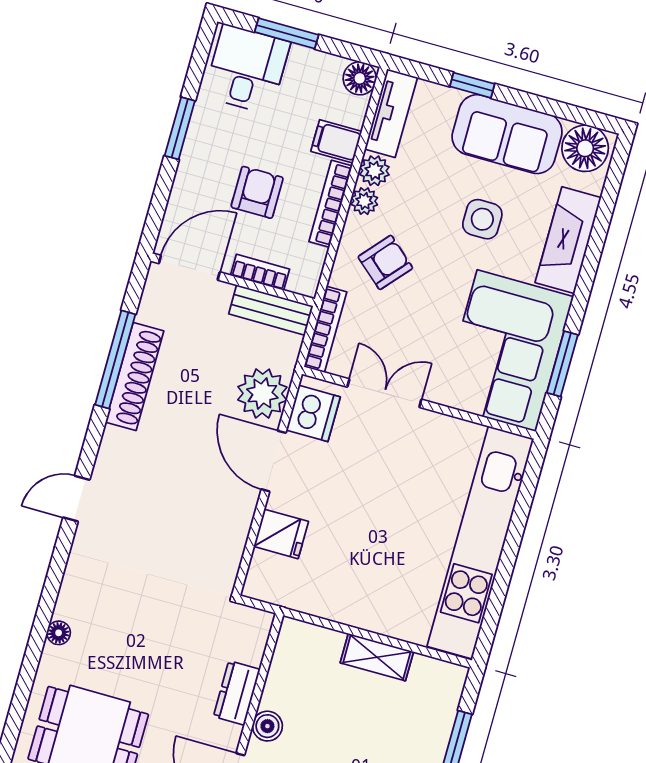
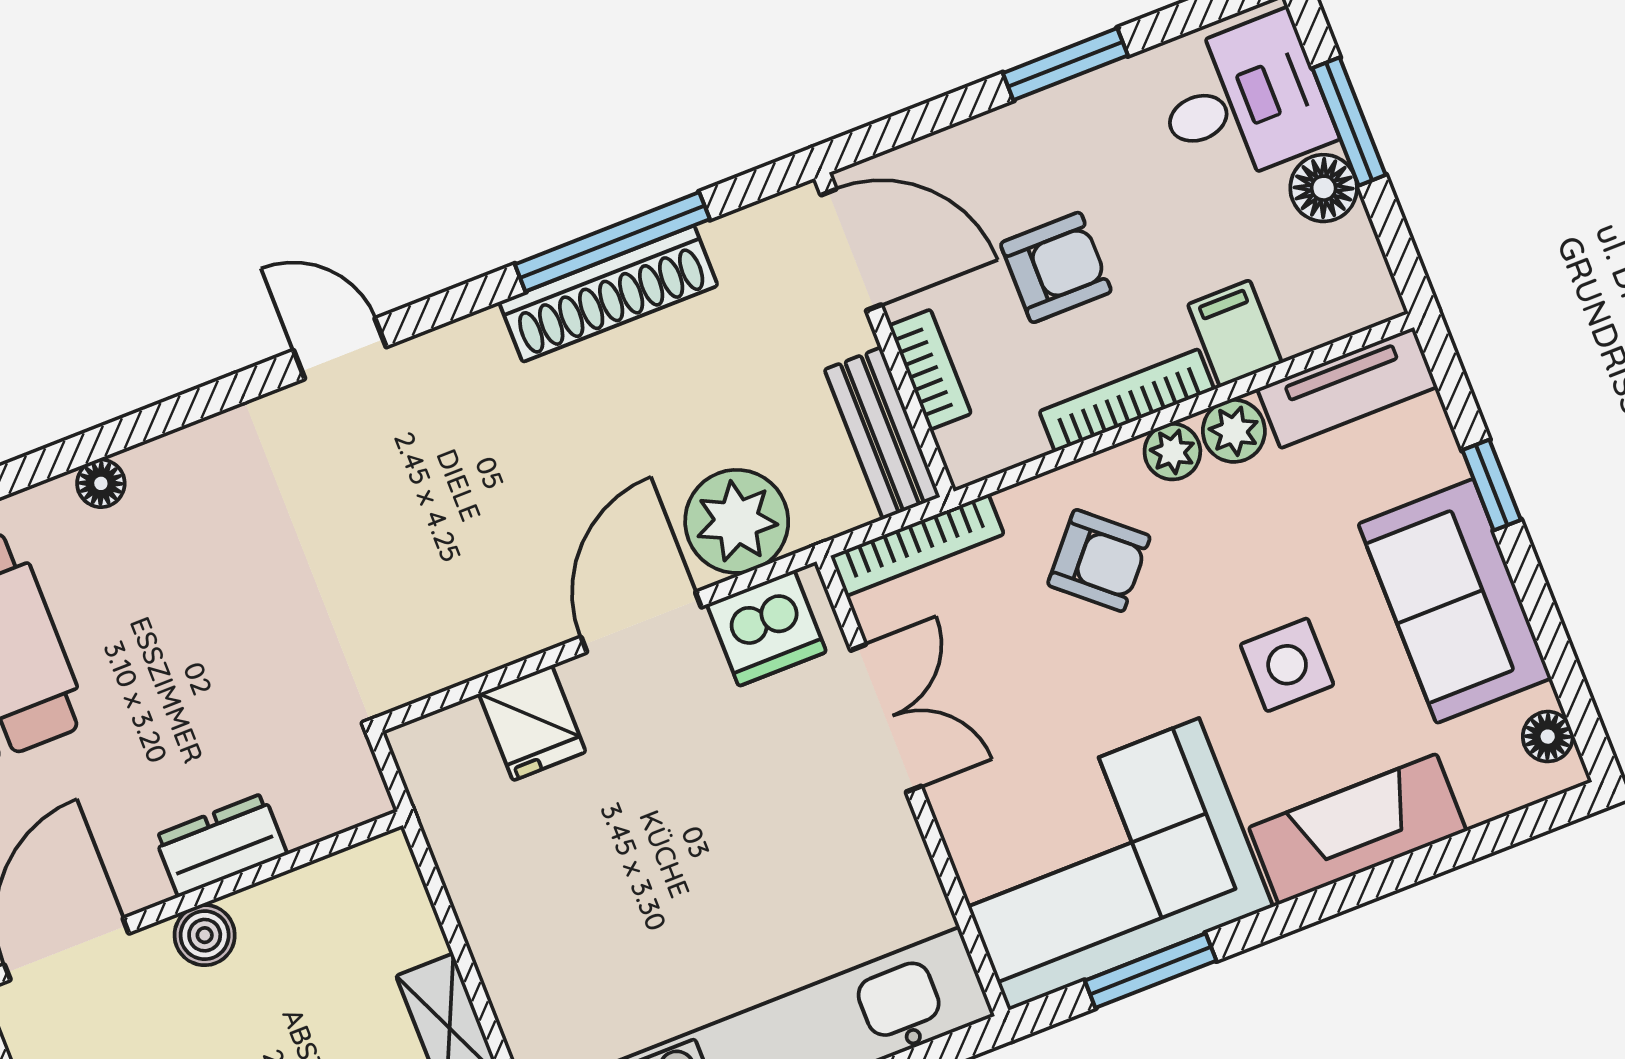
floor lamp: (360, 78) -> (1324, 188), moved
floor lamp: (585, 148) -> (1548, 737), width x0.53, depth x0.53

